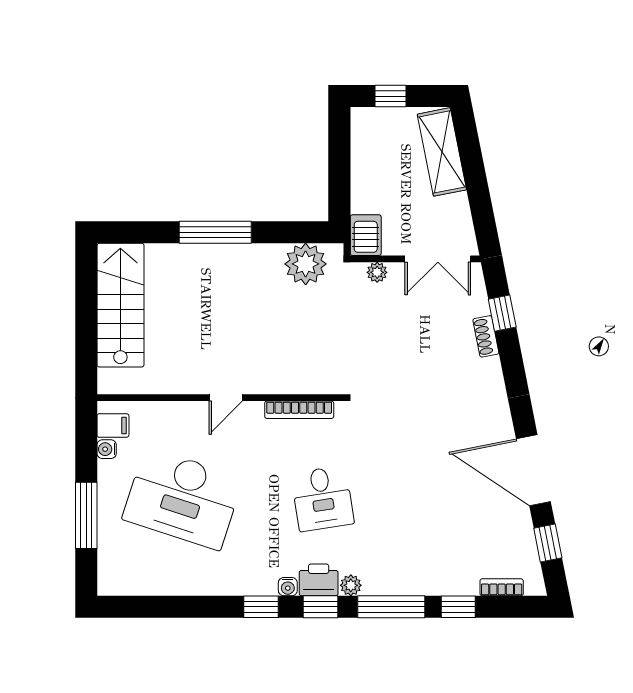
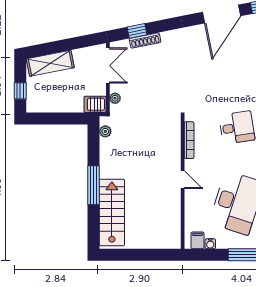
plant: (306, 264) -> (105, 131), width x0.53, depth x0.53
stairs: (120, 305) -> (112, 213), moved, turned 90
shoe rack: (486, 336) -> (145, 40), width x1.43

